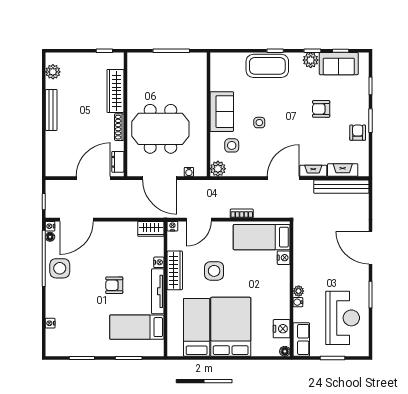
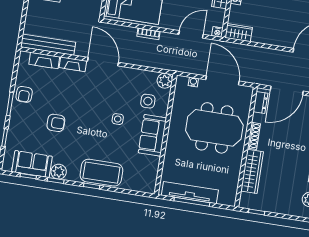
tv unit: (175, 60) -> (190, 193), added
door: (283, 178) -> (103, 62), swing flipped

